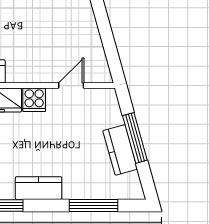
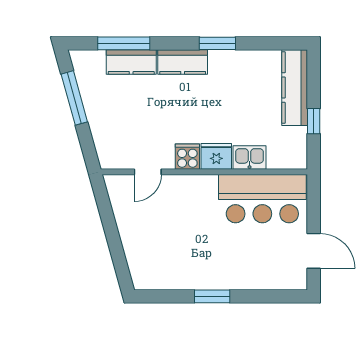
window: (135, 138) -> (74, 98), moved
kitchen counter: (120, 150) -> (131, 62), moved, turned 105

